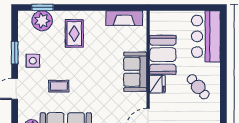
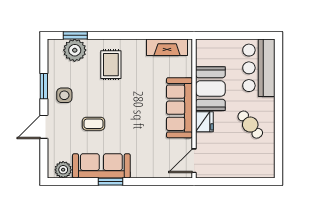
sofa: (135, 72) -> (179, 108), width x1.36

